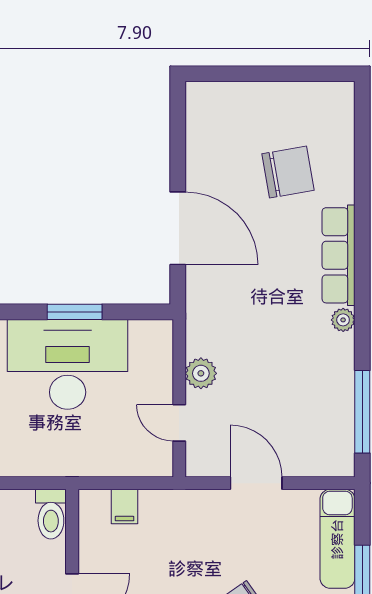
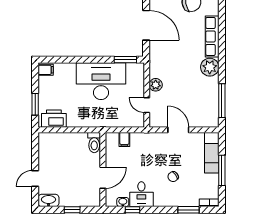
window: (75, 312) -> (125, 60), moved
plant: (343, 320) -> (210, 67), width x1.88, depth x1.88

